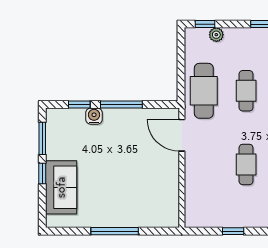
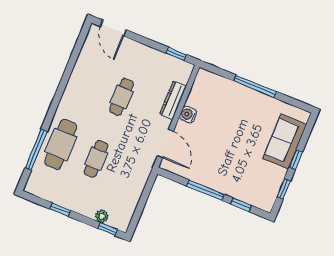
cafe table: (204, 91) -> (132, 173), removed
water cooler: (94, 116) -> (188, 114), moved, turned 90
window: (42, 138) -> (284, 189), width x0.67
dresser: (192, 183) -> (173, 100), added
window: (233, 231) -> (176, 54), moved

